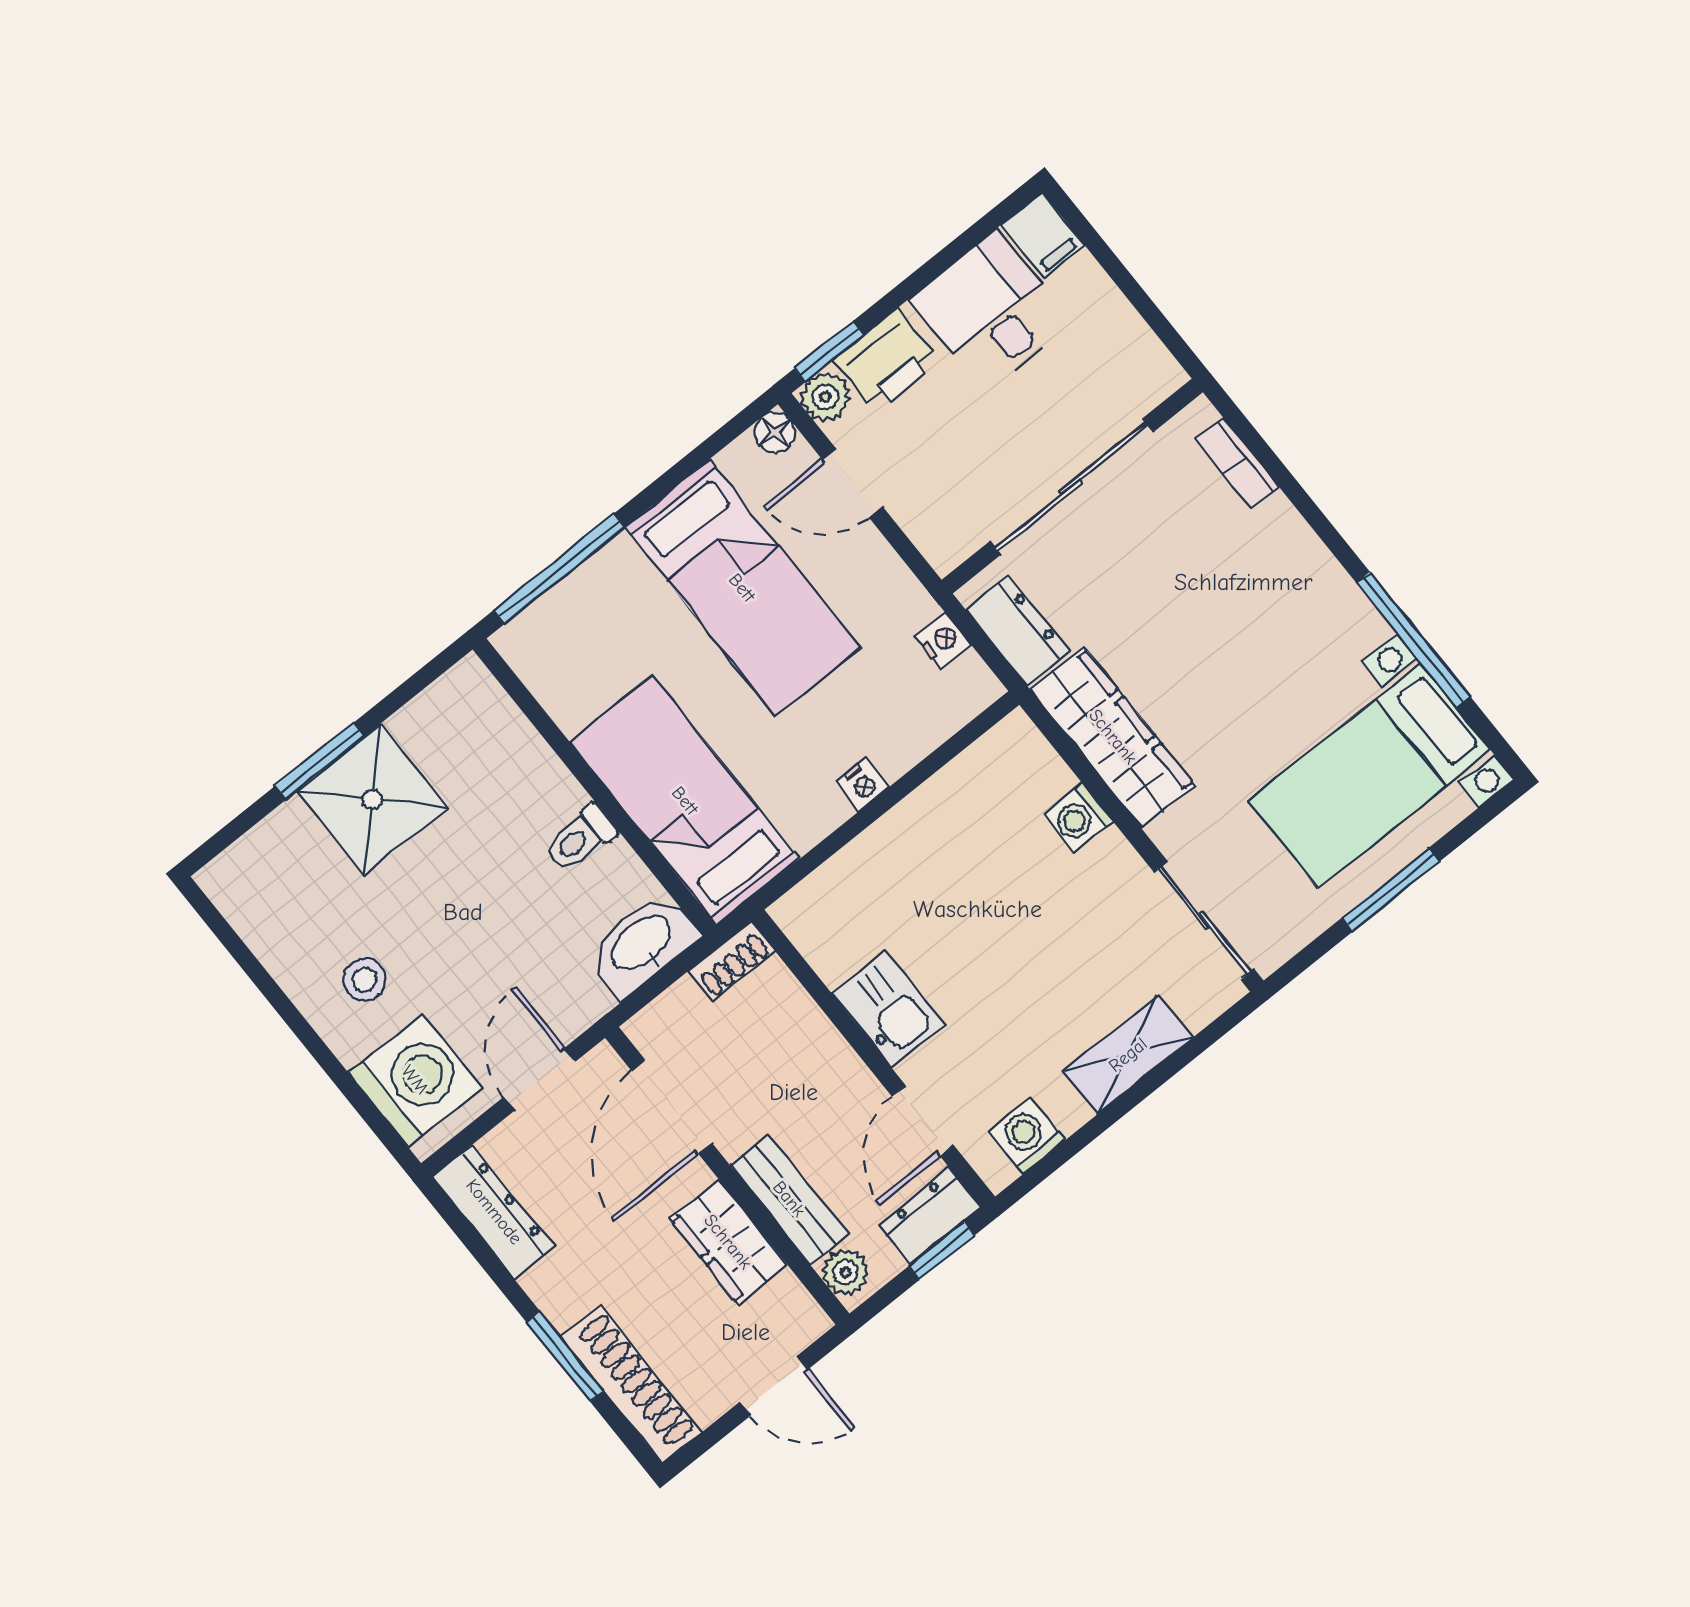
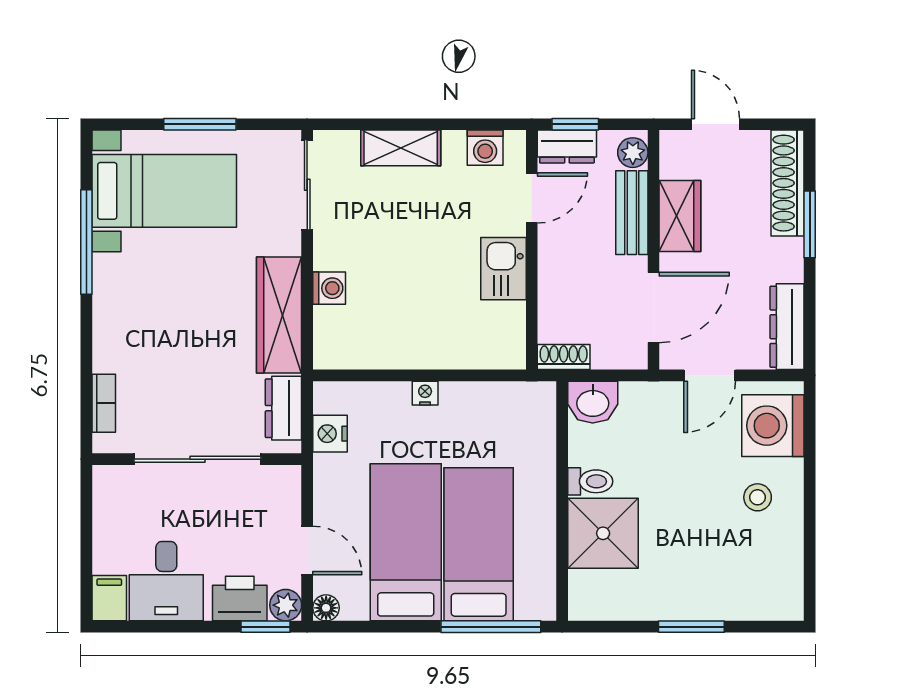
nightstand: (943, 640) -> (330, 434), width x1.39, depth x1.35
shower: (372, 799) -> (603, 533), moved
bed: (685, 801) -> (479, 544), moved, turned 180
washbasin: (642, 944) -> (593, 402), width x0.72

